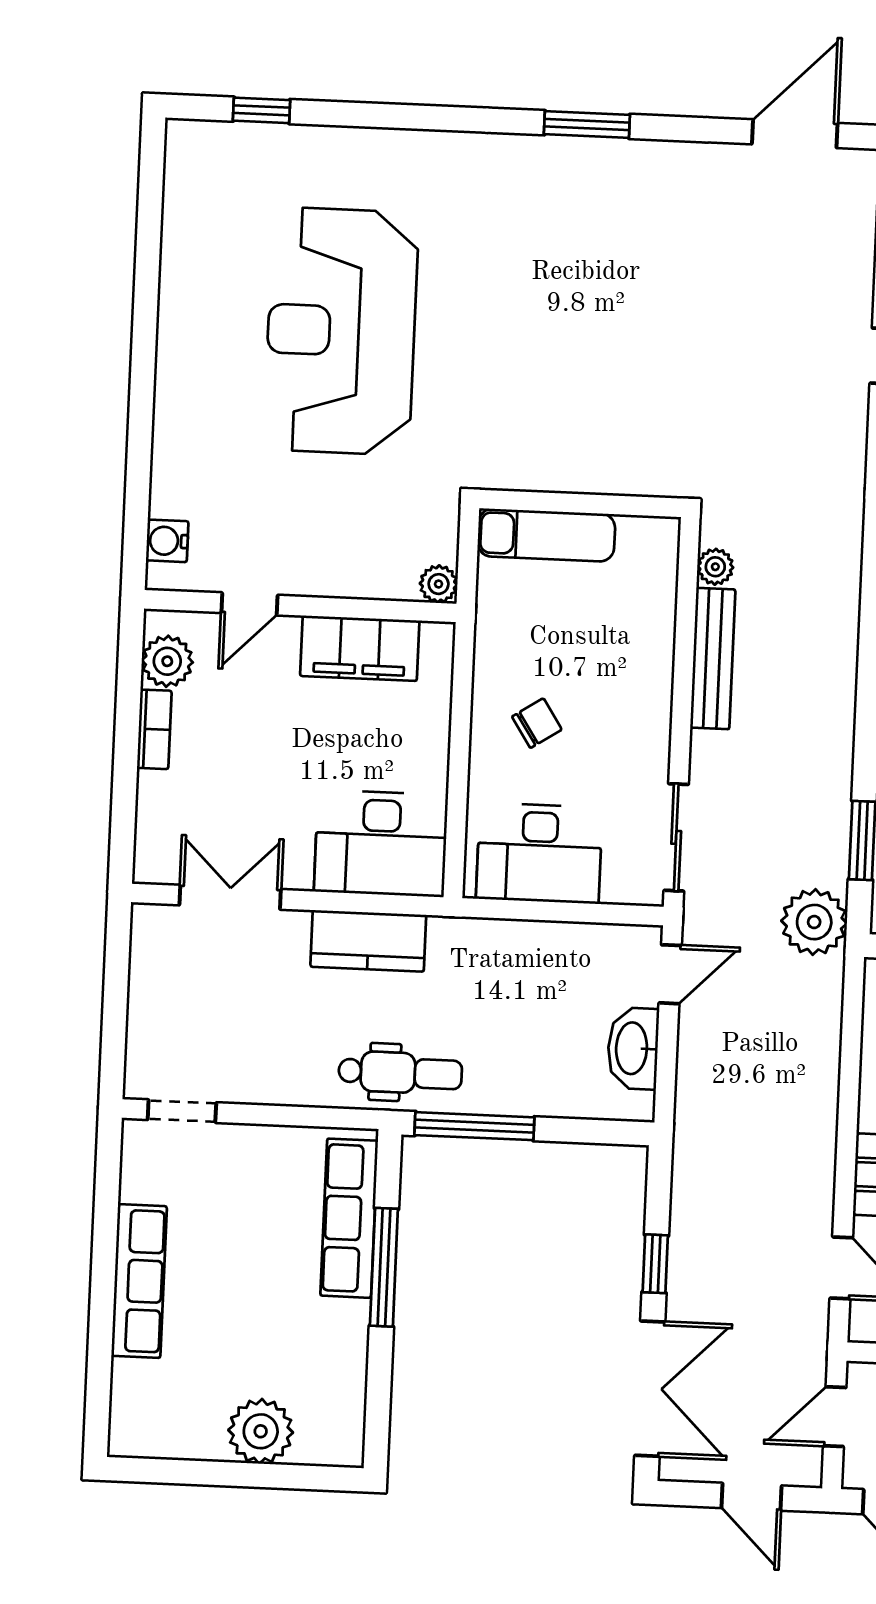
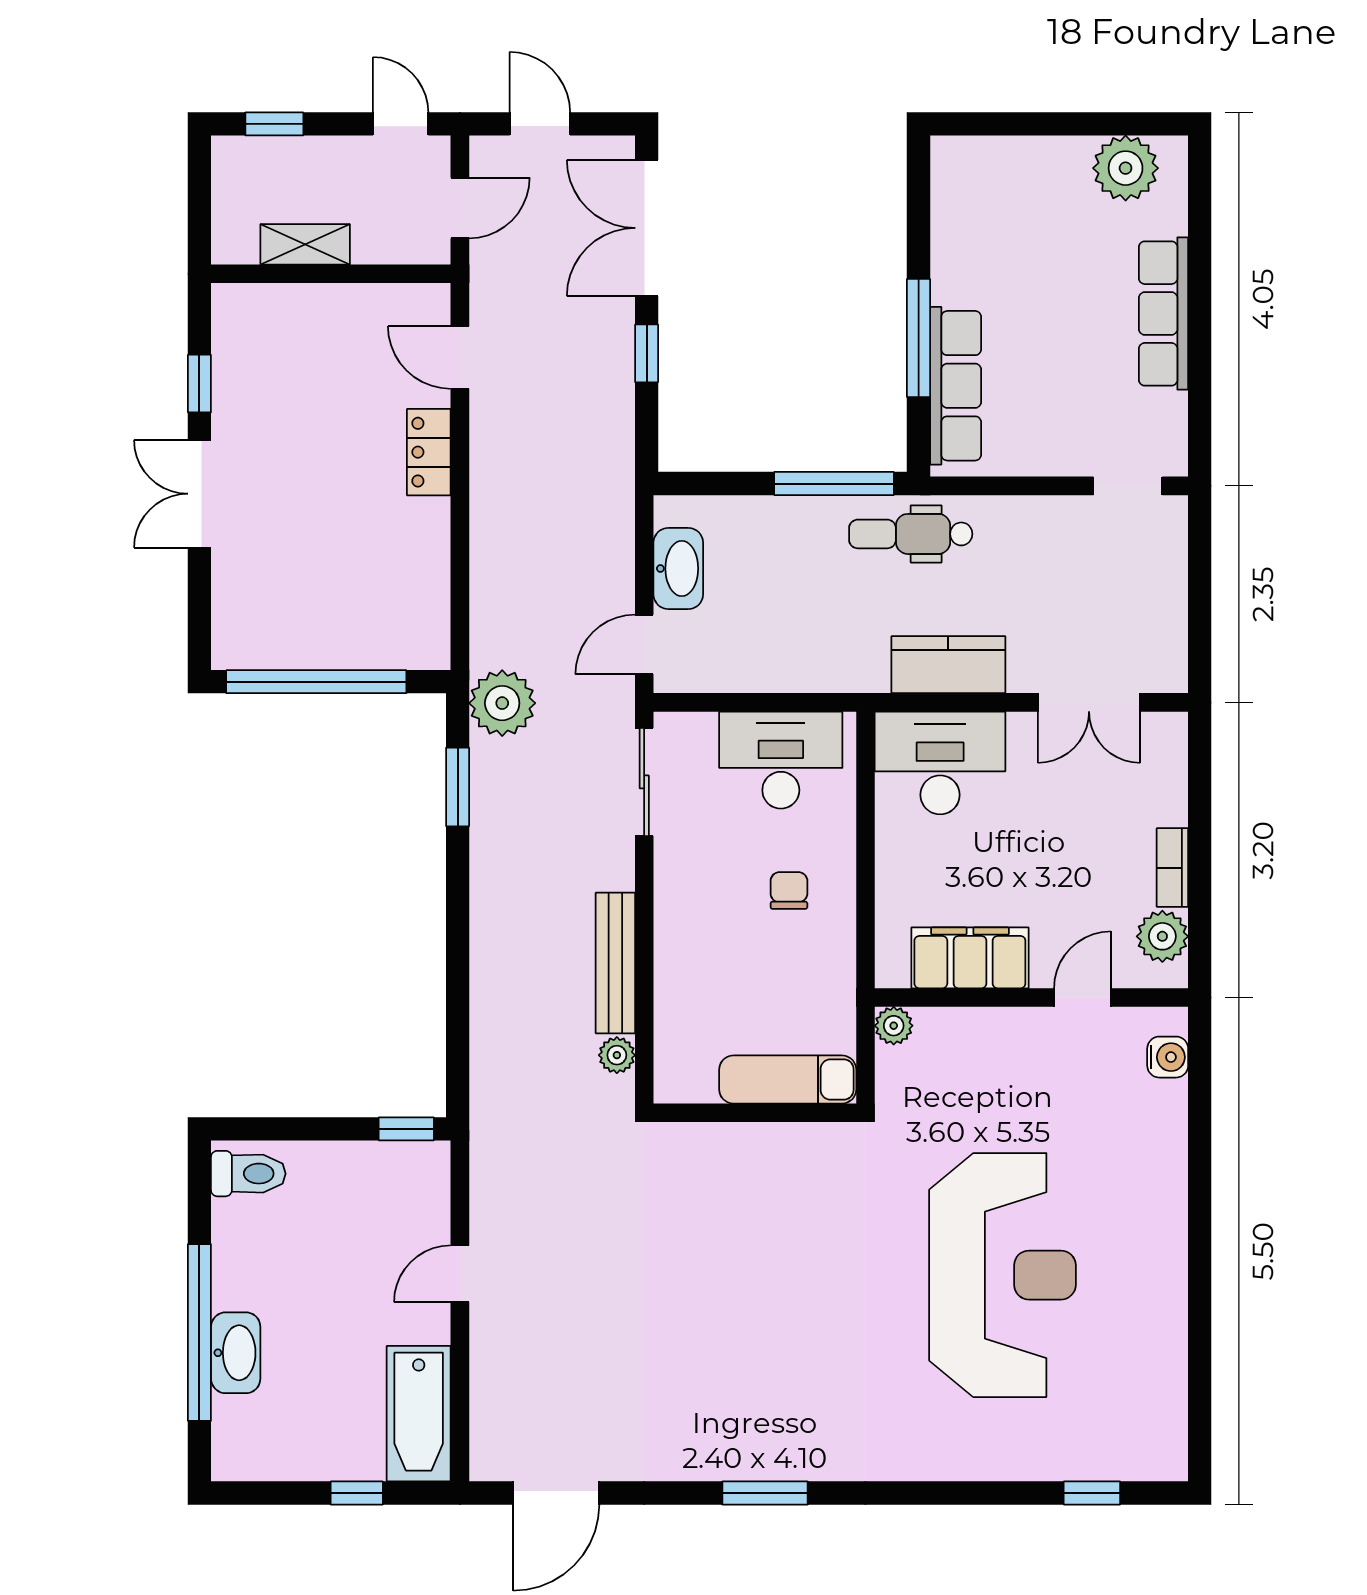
chair: (537, 723) -> (789, 891), turned 123
plant: (261, 1431) -> (1126, 168), moved

